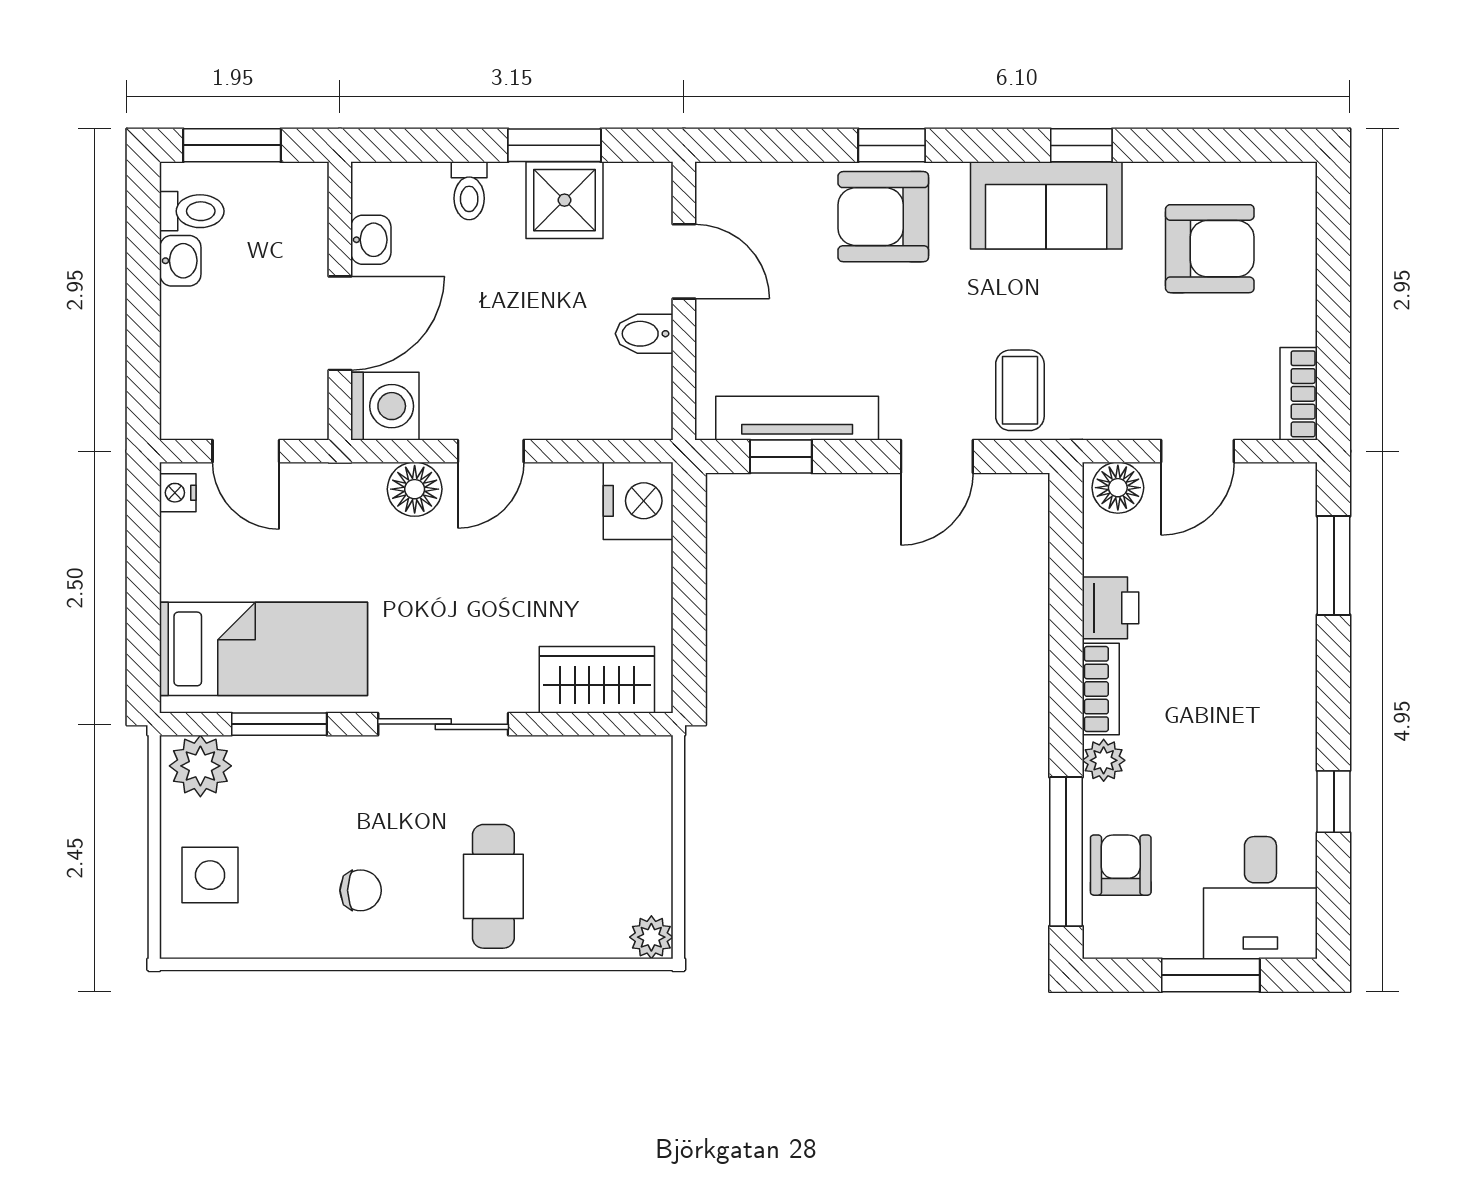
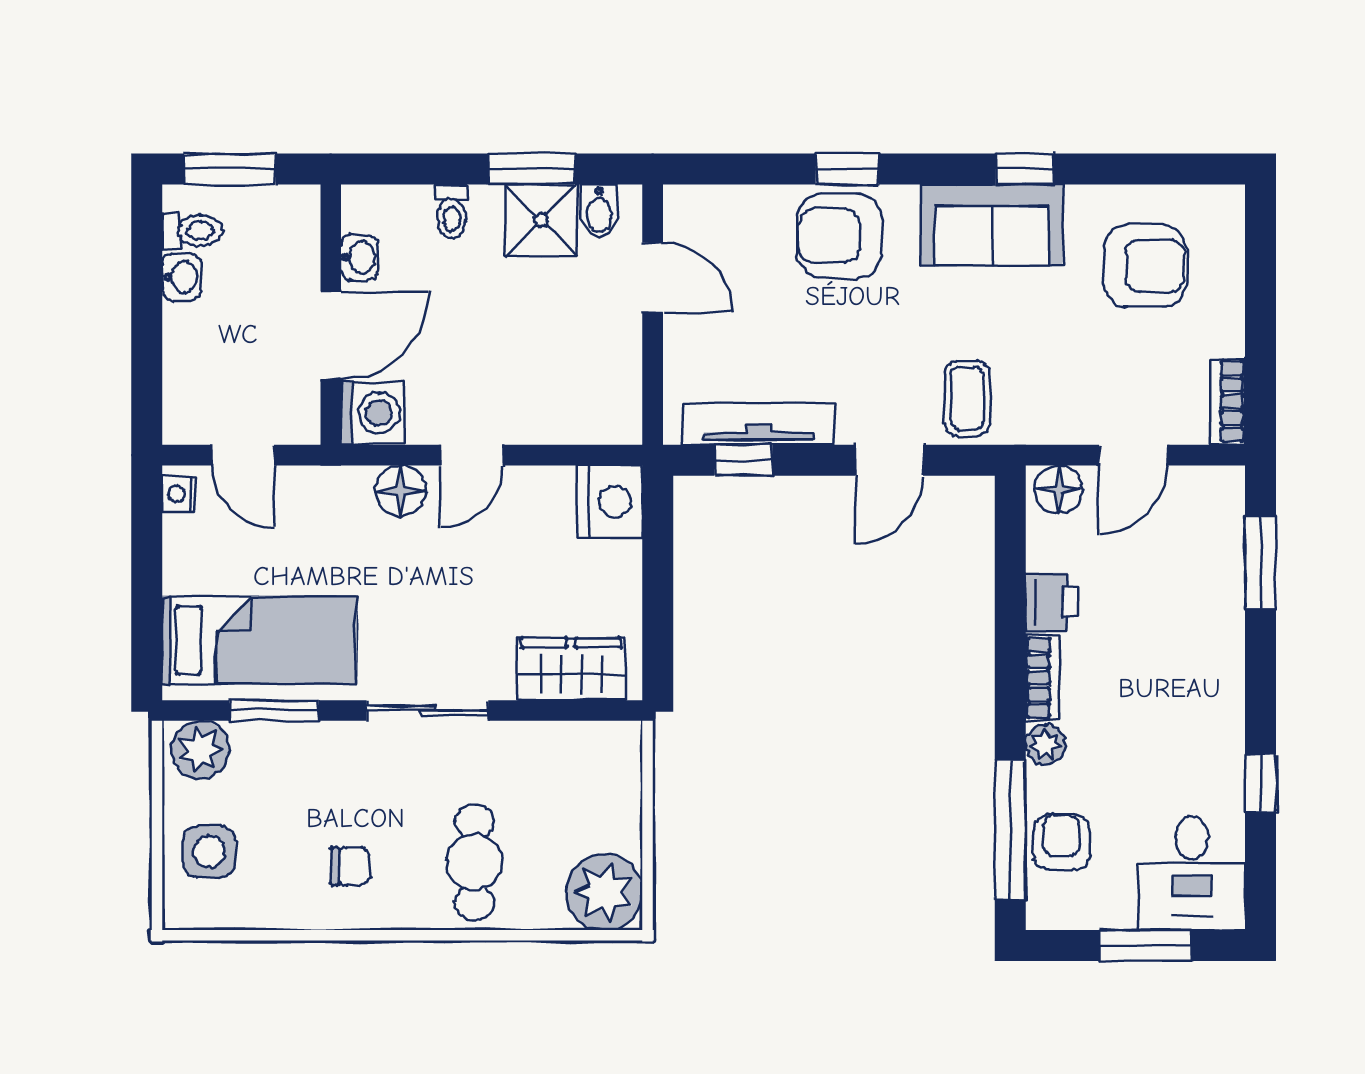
bidet: (644, 334) -> (599, 211), moved, turned -90
plant: (651, 937) -> (604, 892), width x1.87, depth x1.87

